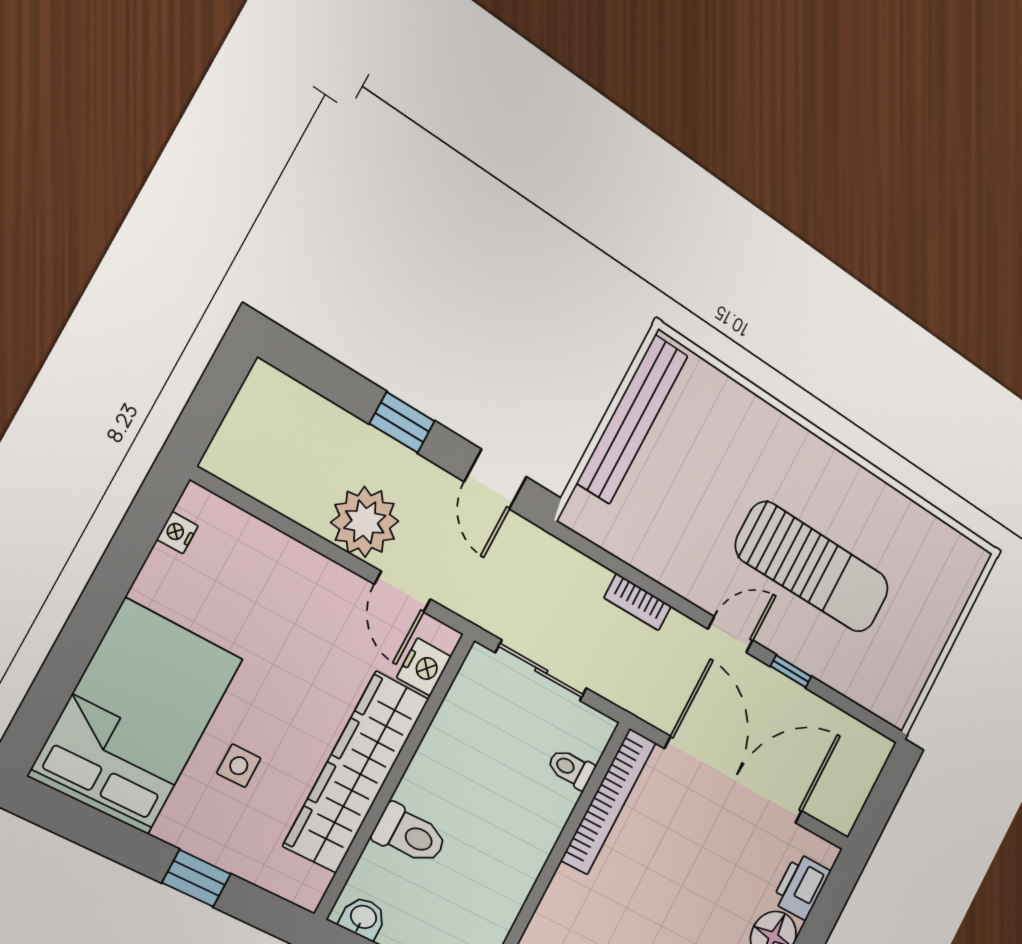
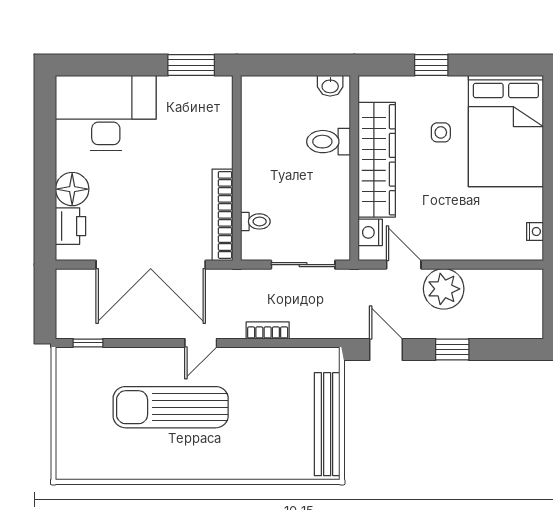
window: (791, 671) -> (88, 343), moved

